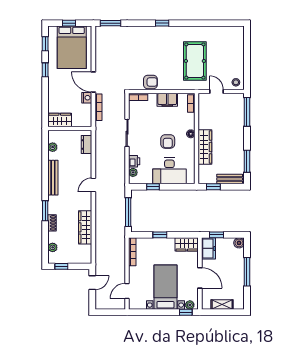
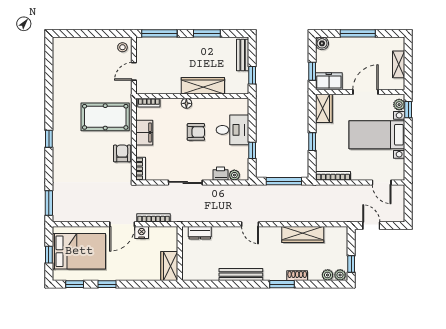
pool table: (195, 61) -> (105, 117), moved
plant: (53, 147) -> (340, 275), moved
window: (247, 161) -> (207, 33), moved
desk: (169, 171) -> (233, 130), width x0.73

